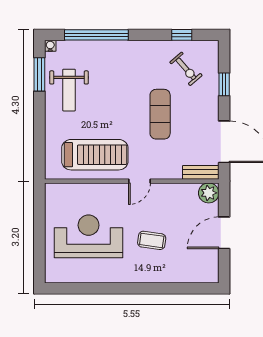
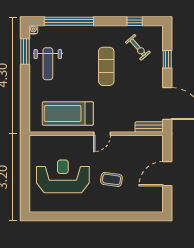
exercise mat: (160, 114) -> (106, 66), moved
treadmill: (95, 155) -> (68, 113), turned 180
plant: (209, 193) -> (155, 143), removed

